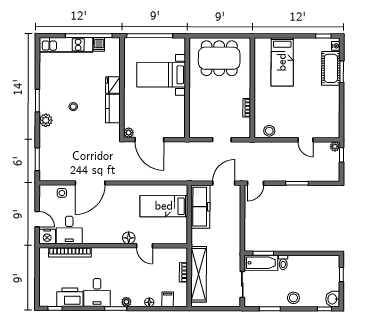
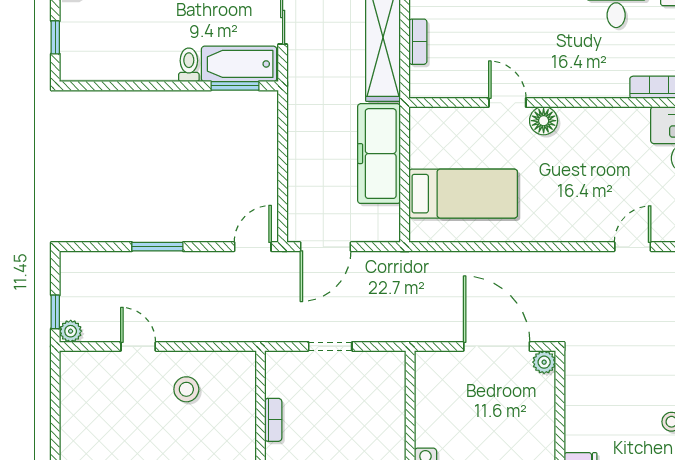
kitchen counter: (113, 109) -> (580, 417), removed
stool: (269, 131) -> (186, 389), moved
door: (90, 183) -> (633, 247), width x0.53
freezer: (200, 207) -> (379, 154), moved

